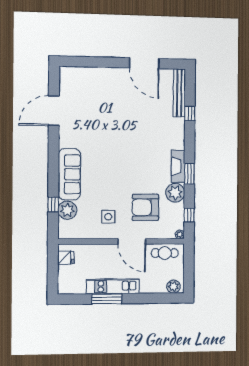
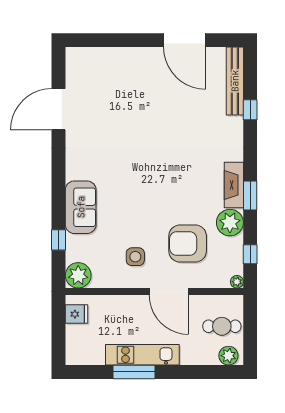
sofa: (69, 174) -> (81, 207), width x0.73
plant: (67, 210) -> (78, 275), moved
cafe table: (165, 253) -> (222, 326), moved

